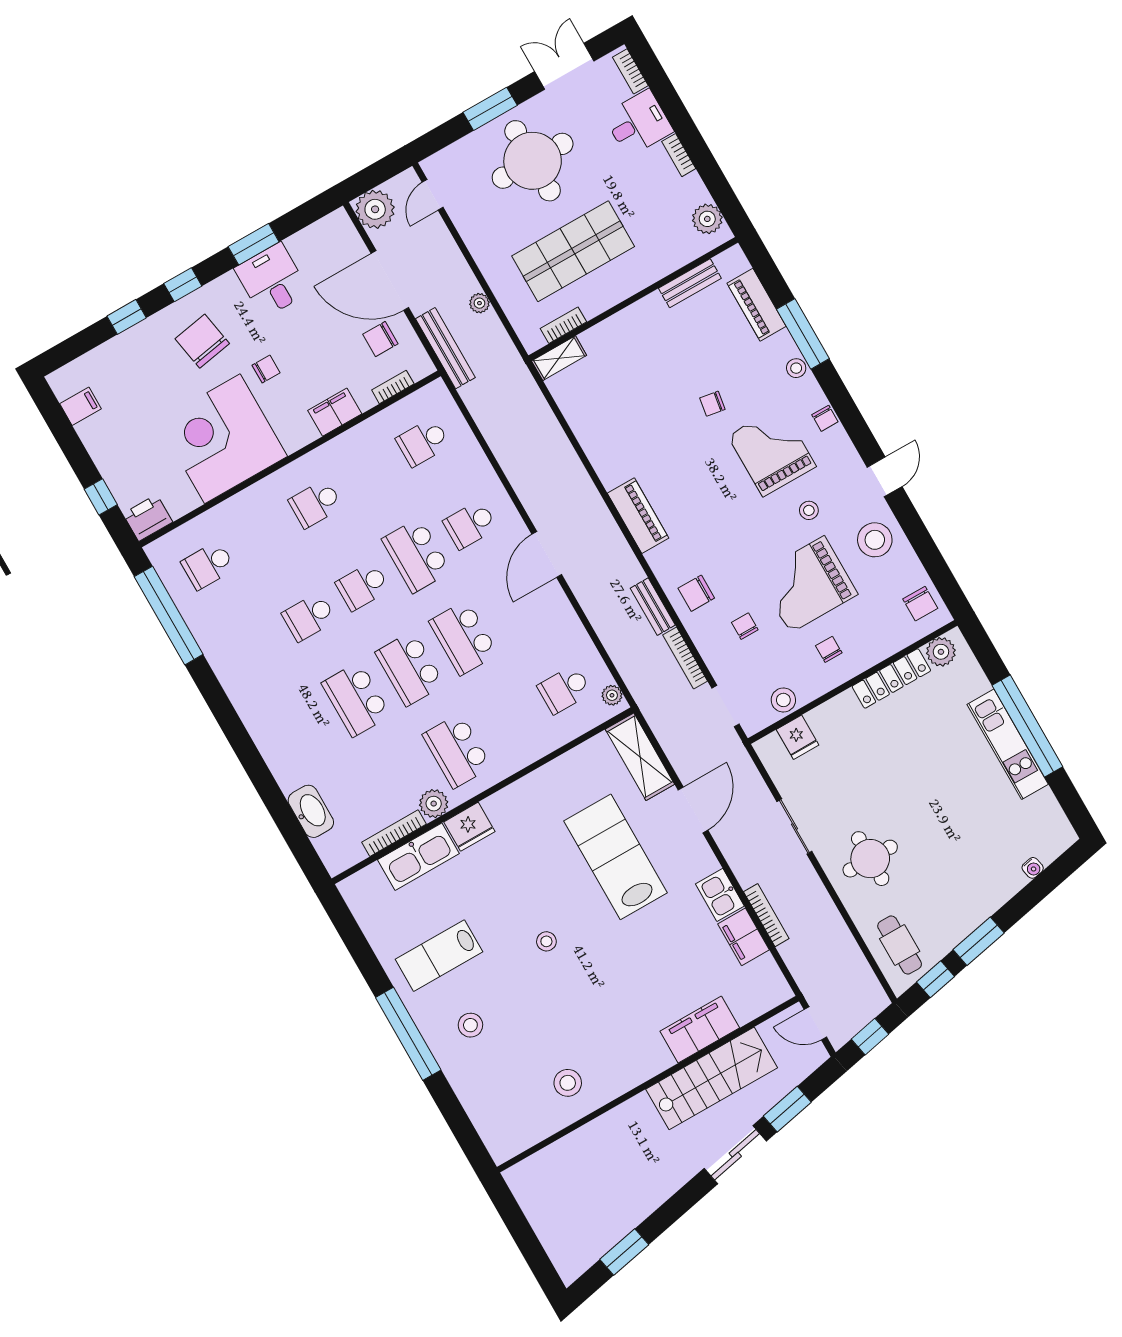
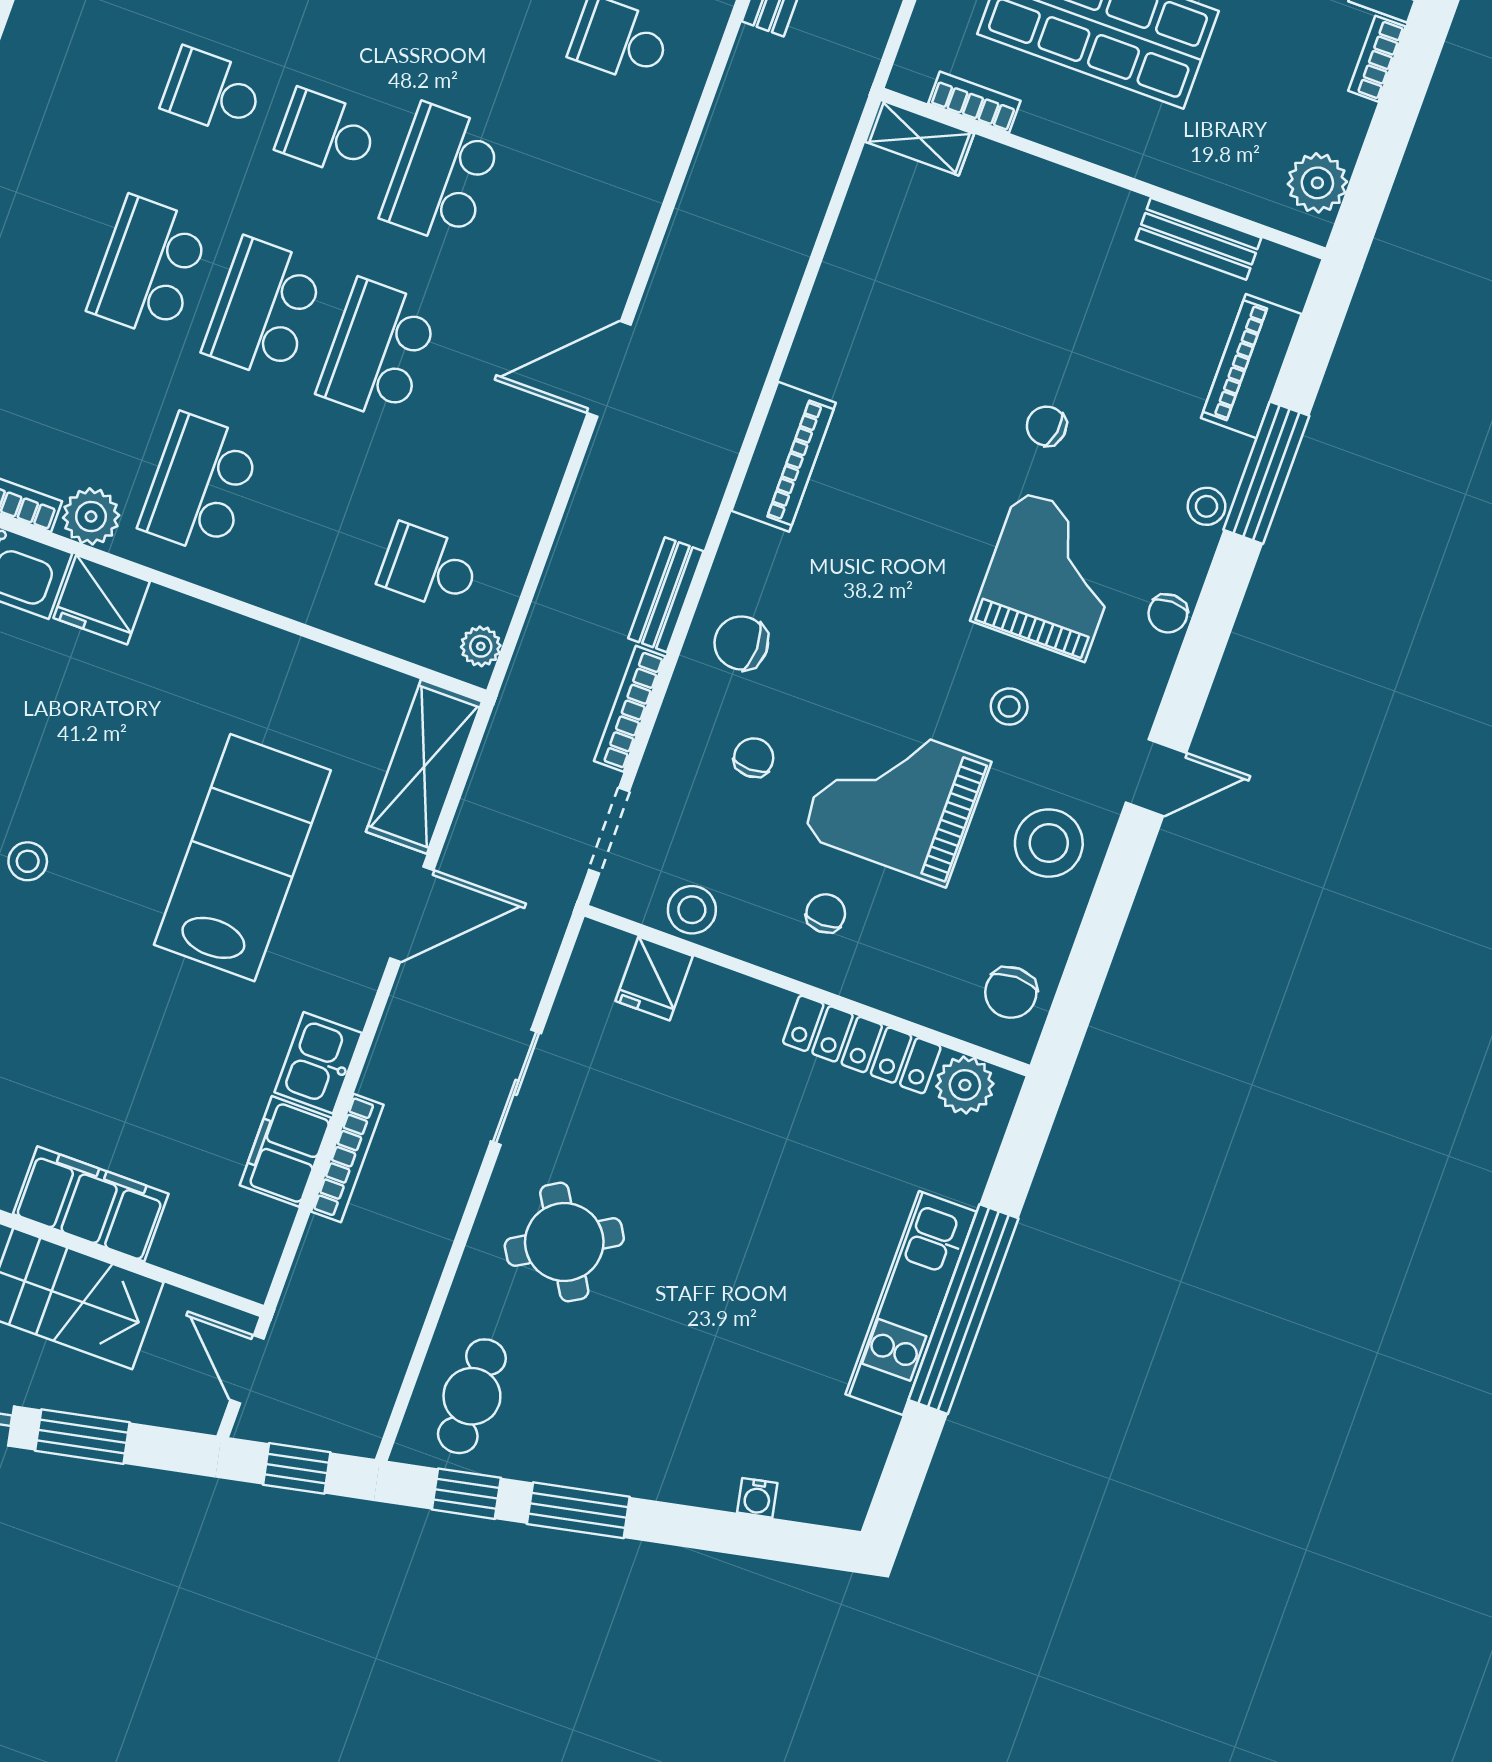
school desk: (470, 525) -> (556, 216), removed
round table: (870, 859) -> (564, 1242), turned -31

